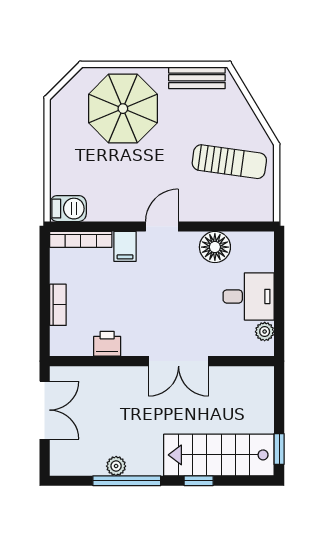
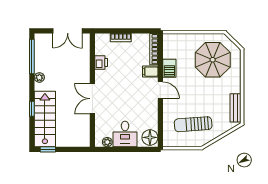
parasol: (123, 109) -> (213, 60), moved
sun lounger: (229, 162) -> (193, 124), turned 78
barbecue: (68, 209) -> (169, 68), moved
floor lamp: (215, 247) -> (150, 137), moved
plant: (116, 466) -> (39, 77), moved
window: (127, 481) -> (32, 57), moved

